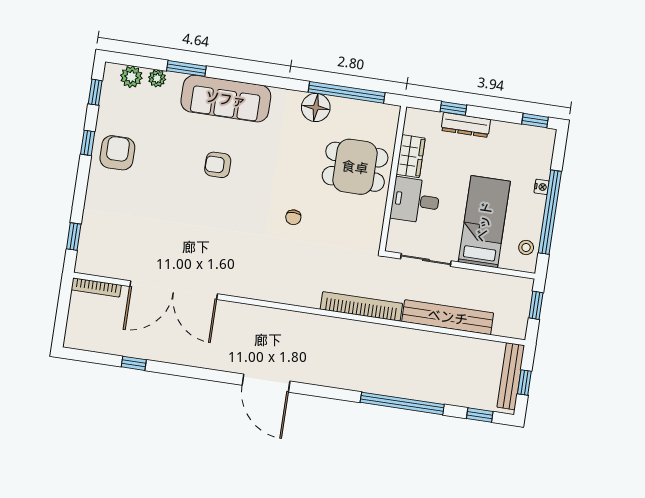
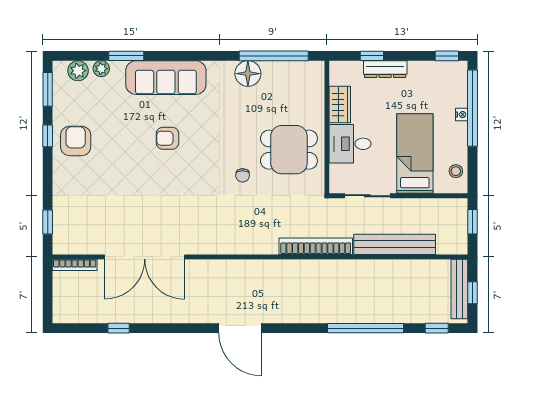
window: (95, 92) -> (48, 89), width x1.50
dining table: (355, 167) -> (289, 150), moved
window: (550, 212) -> (472, 108), moved

